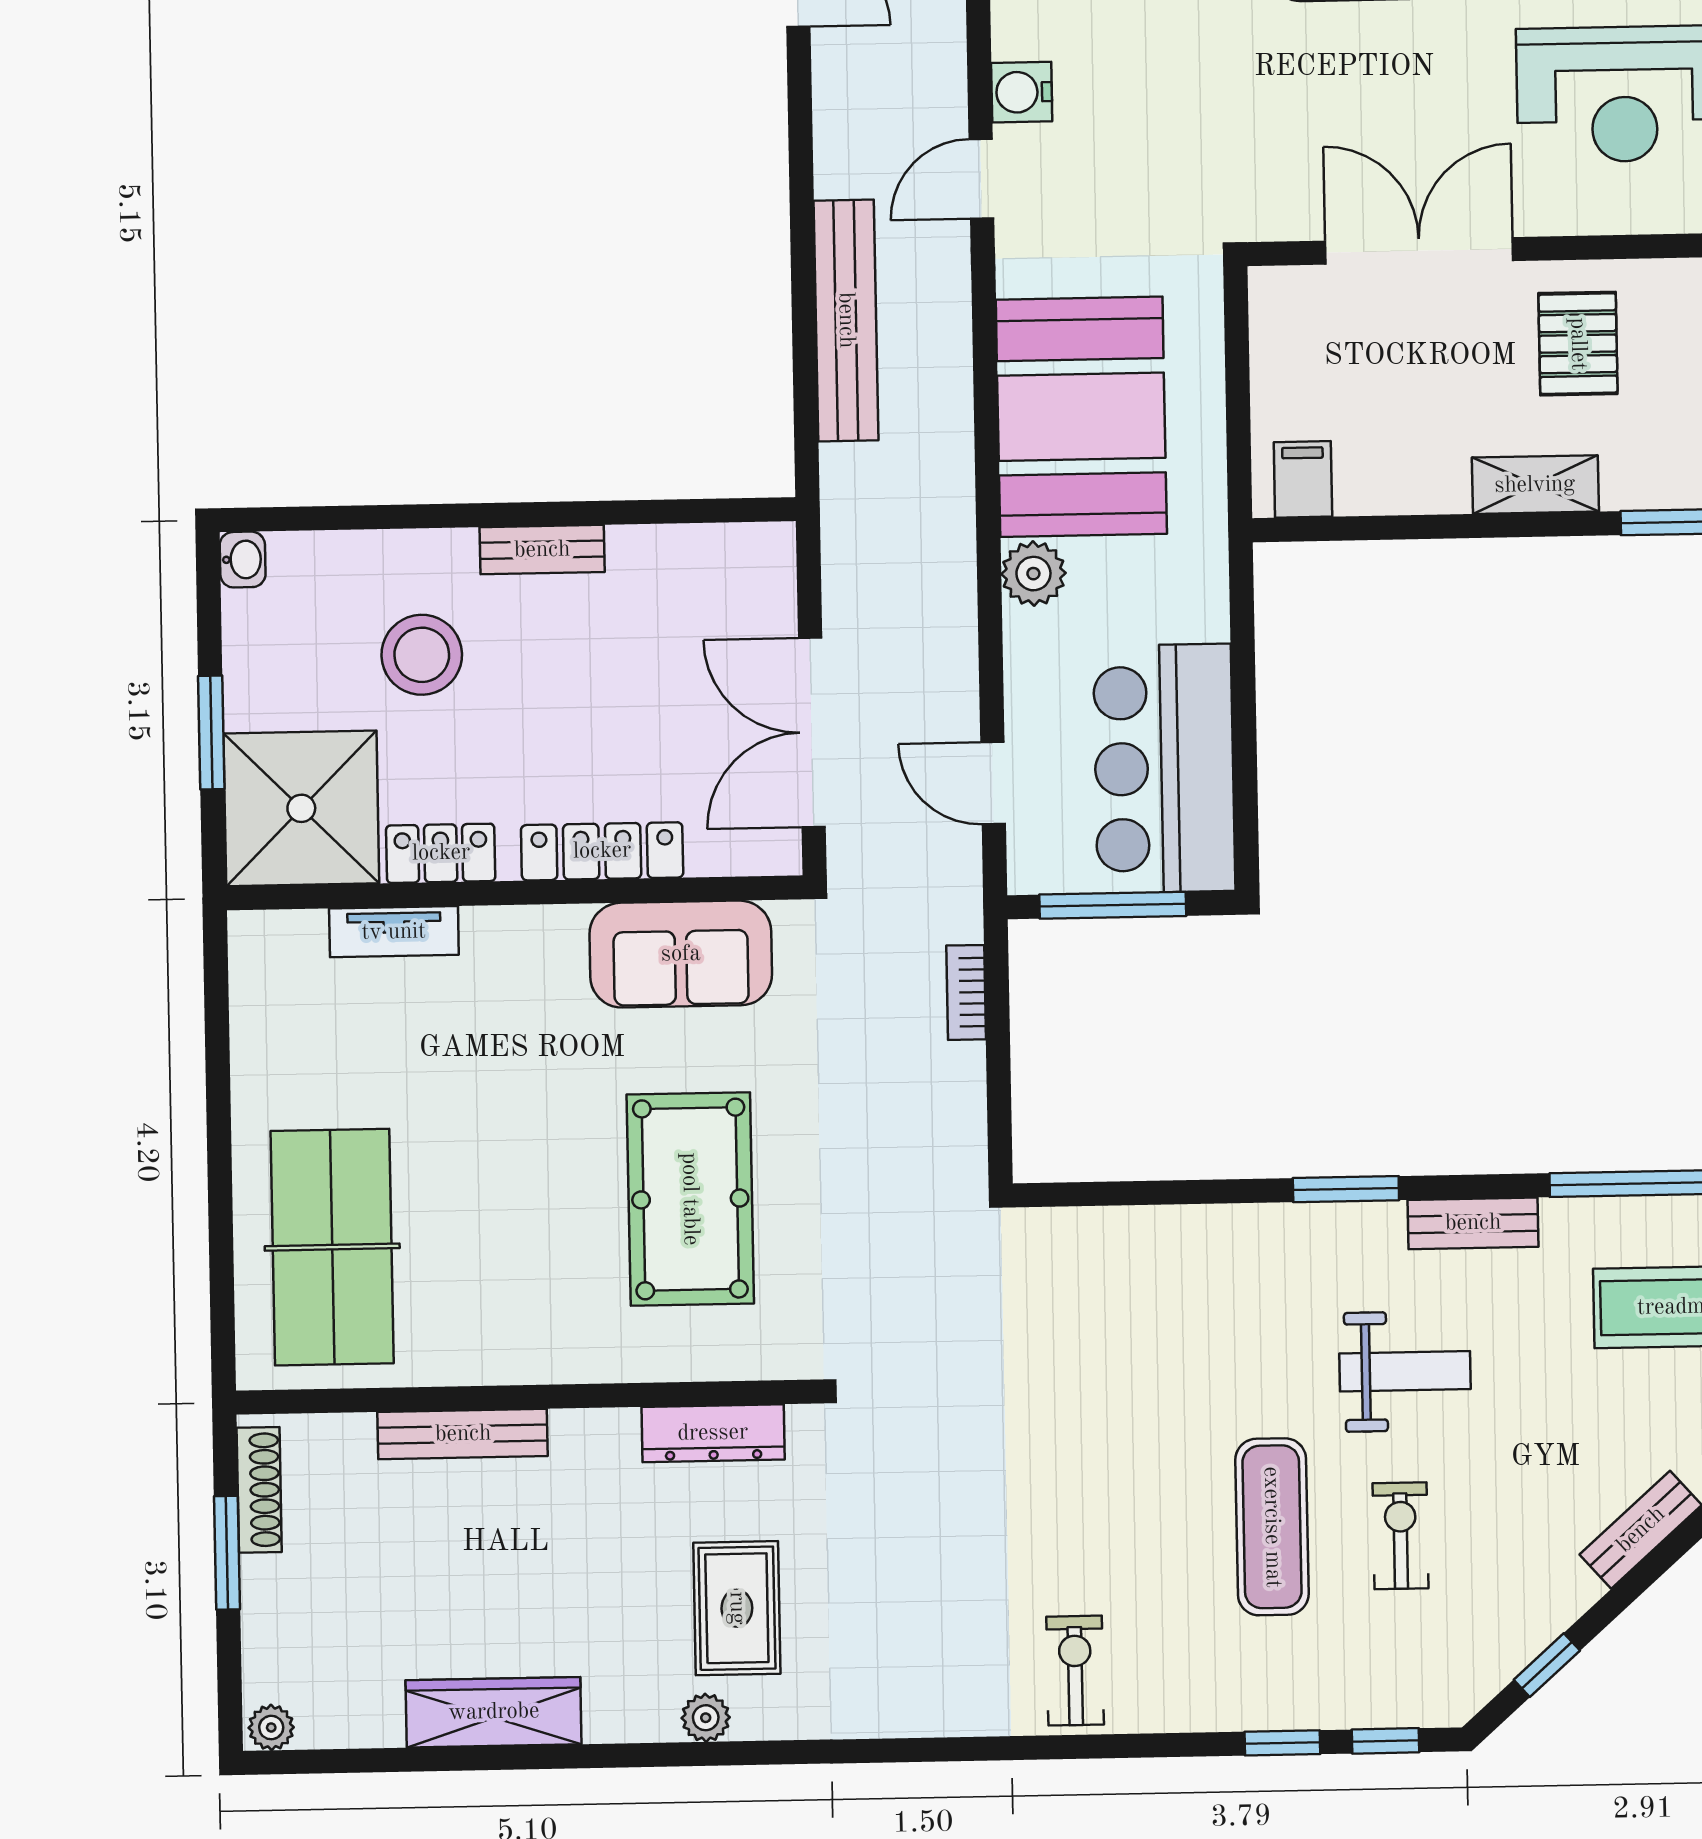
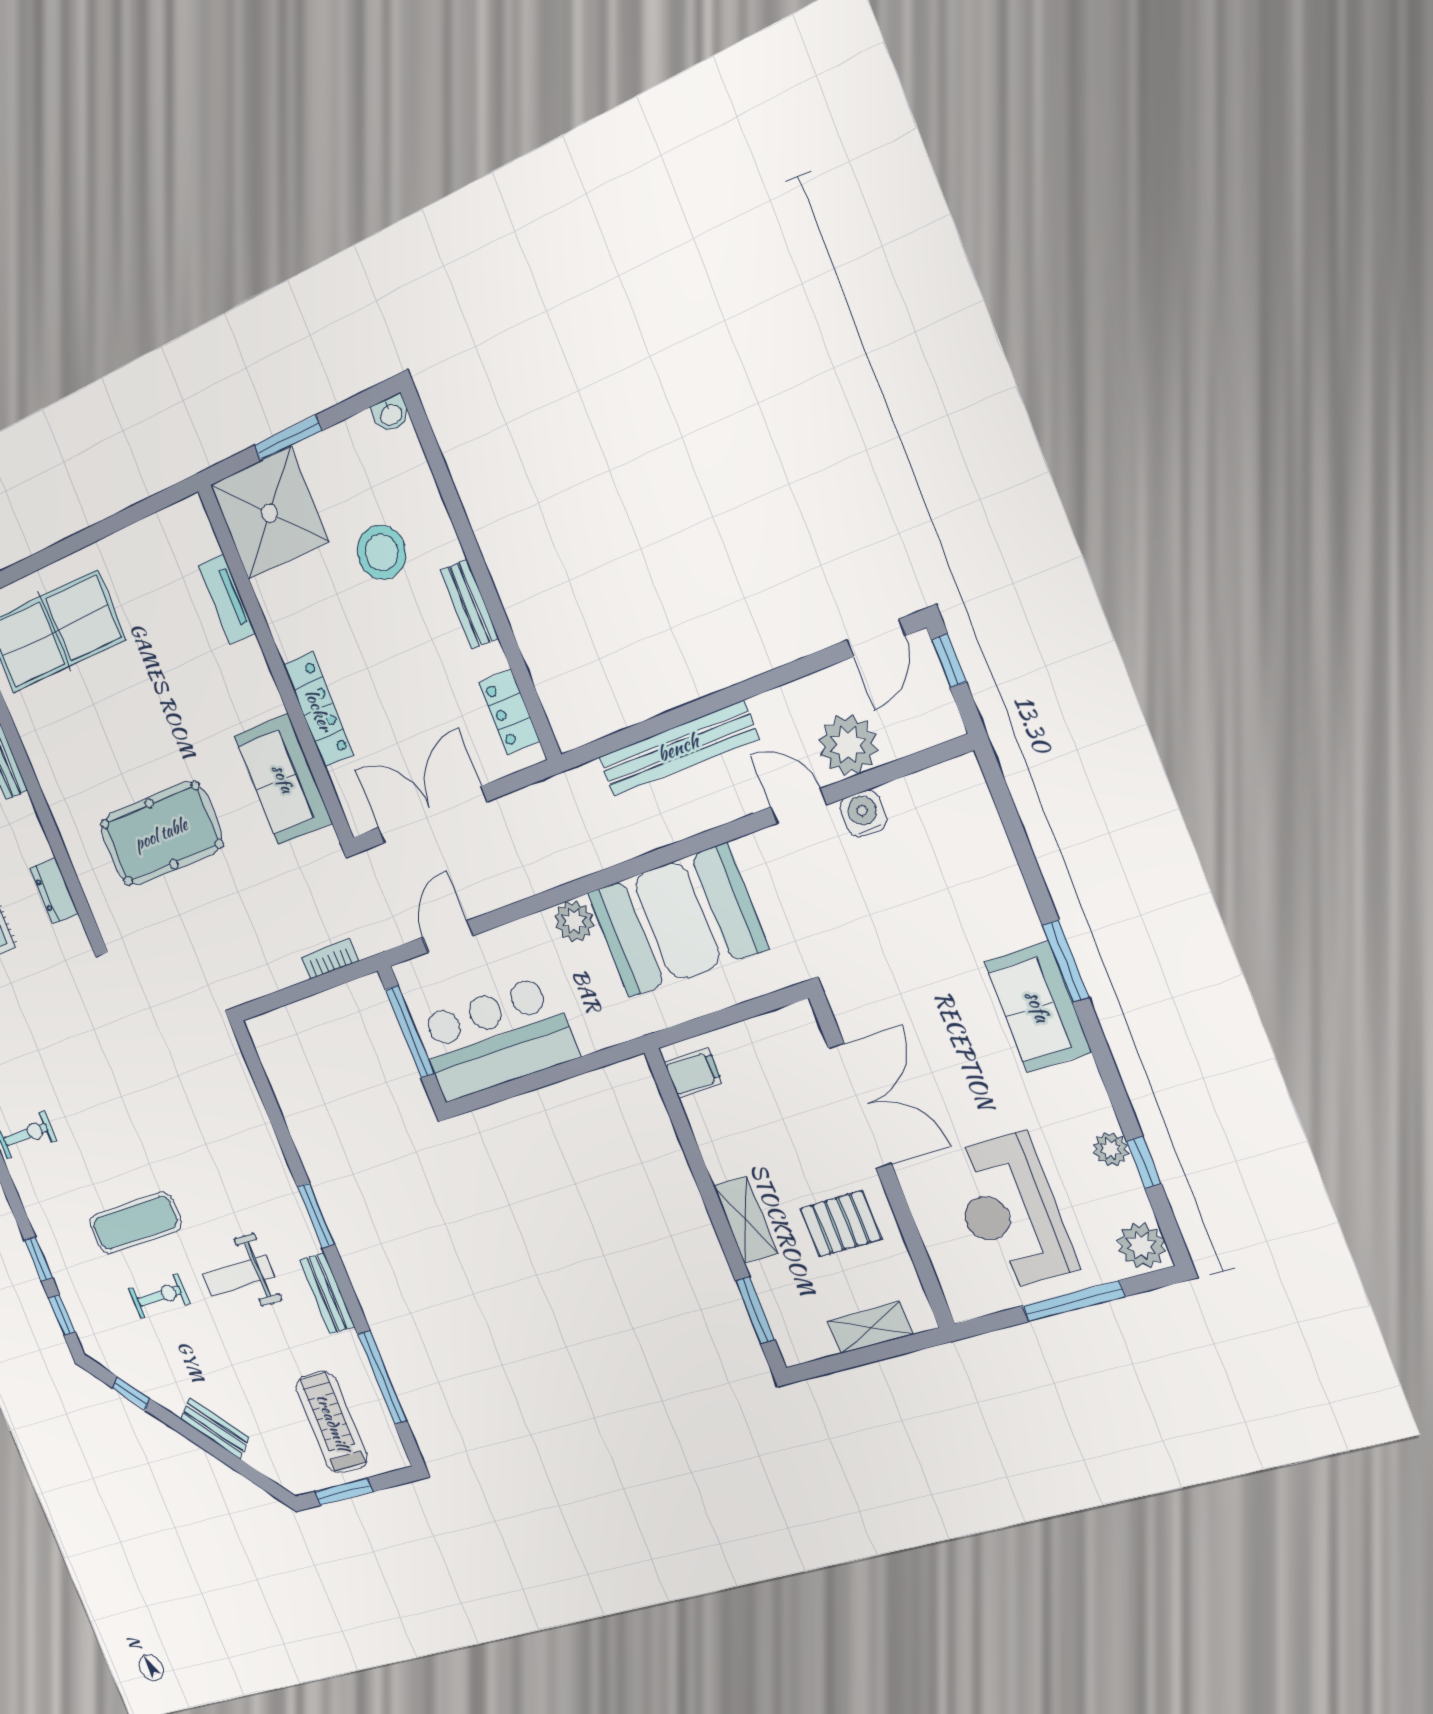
plant: (924, 78) -> (848, 745), added
locker: (441, 853) -> (509, 712), moved, turned 180
weight bench: (1405, 1371) -> (239, 1276), turned 90
dresser: (713, 1433) -> (54, 891), width x0.70

